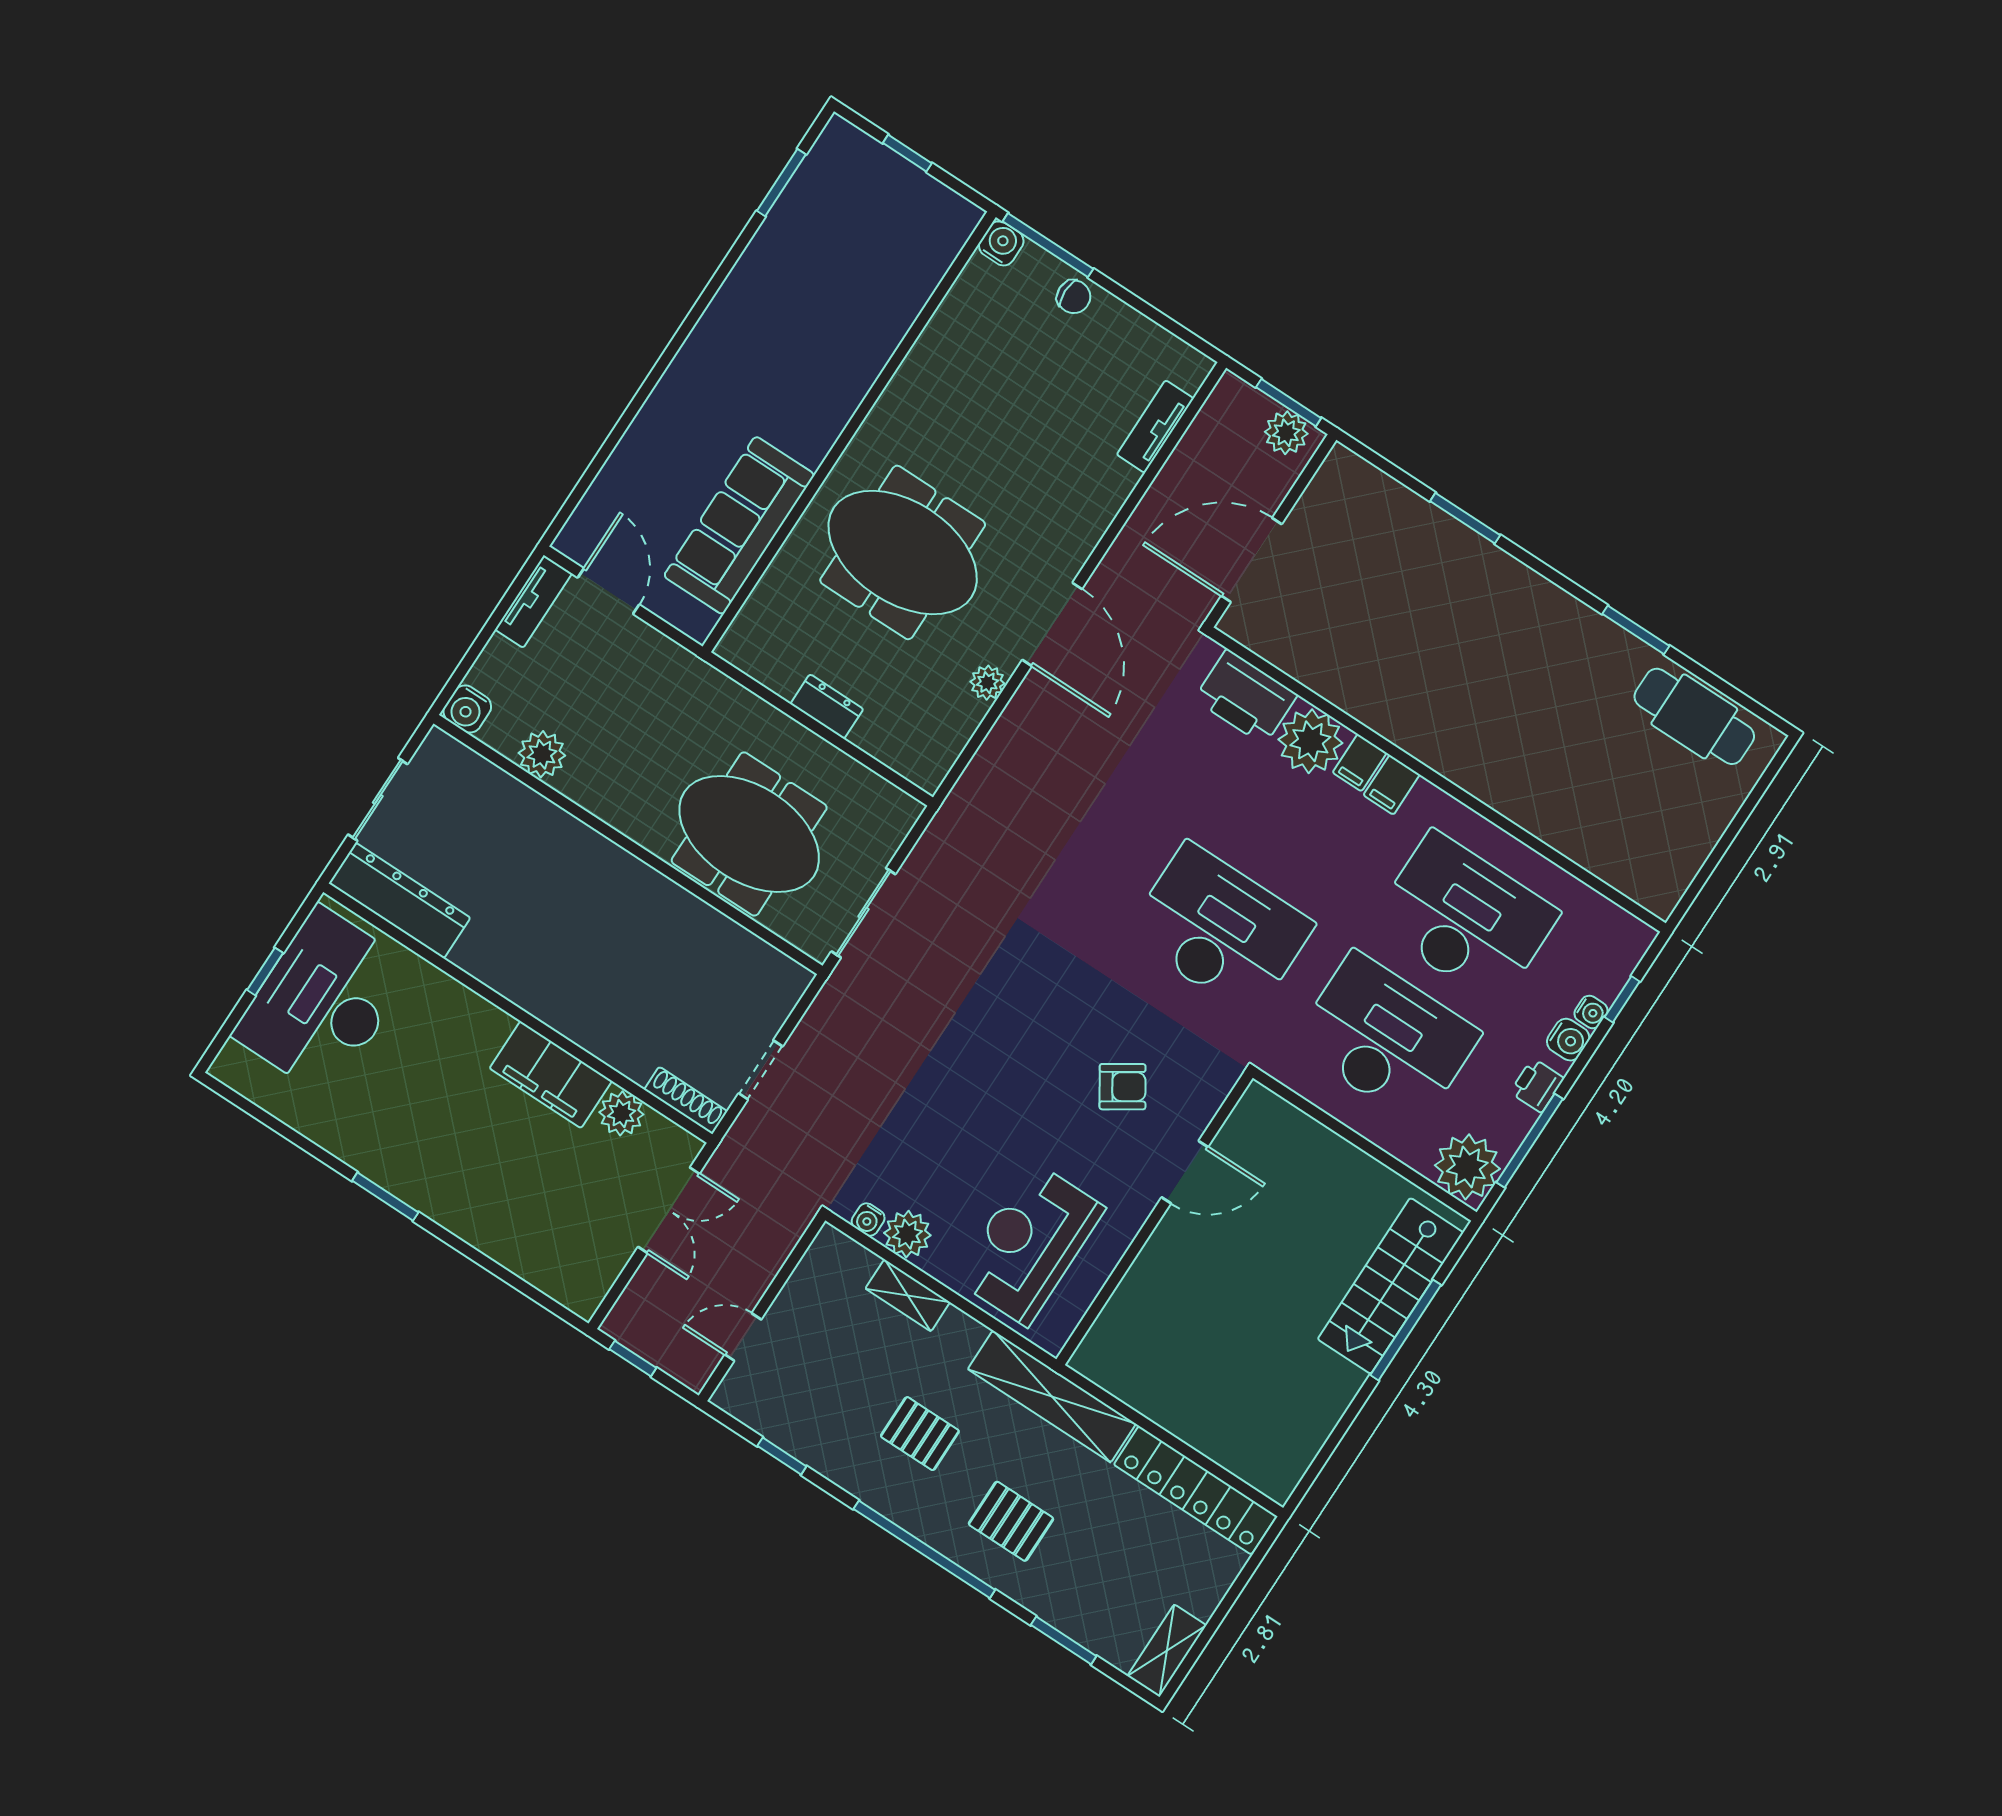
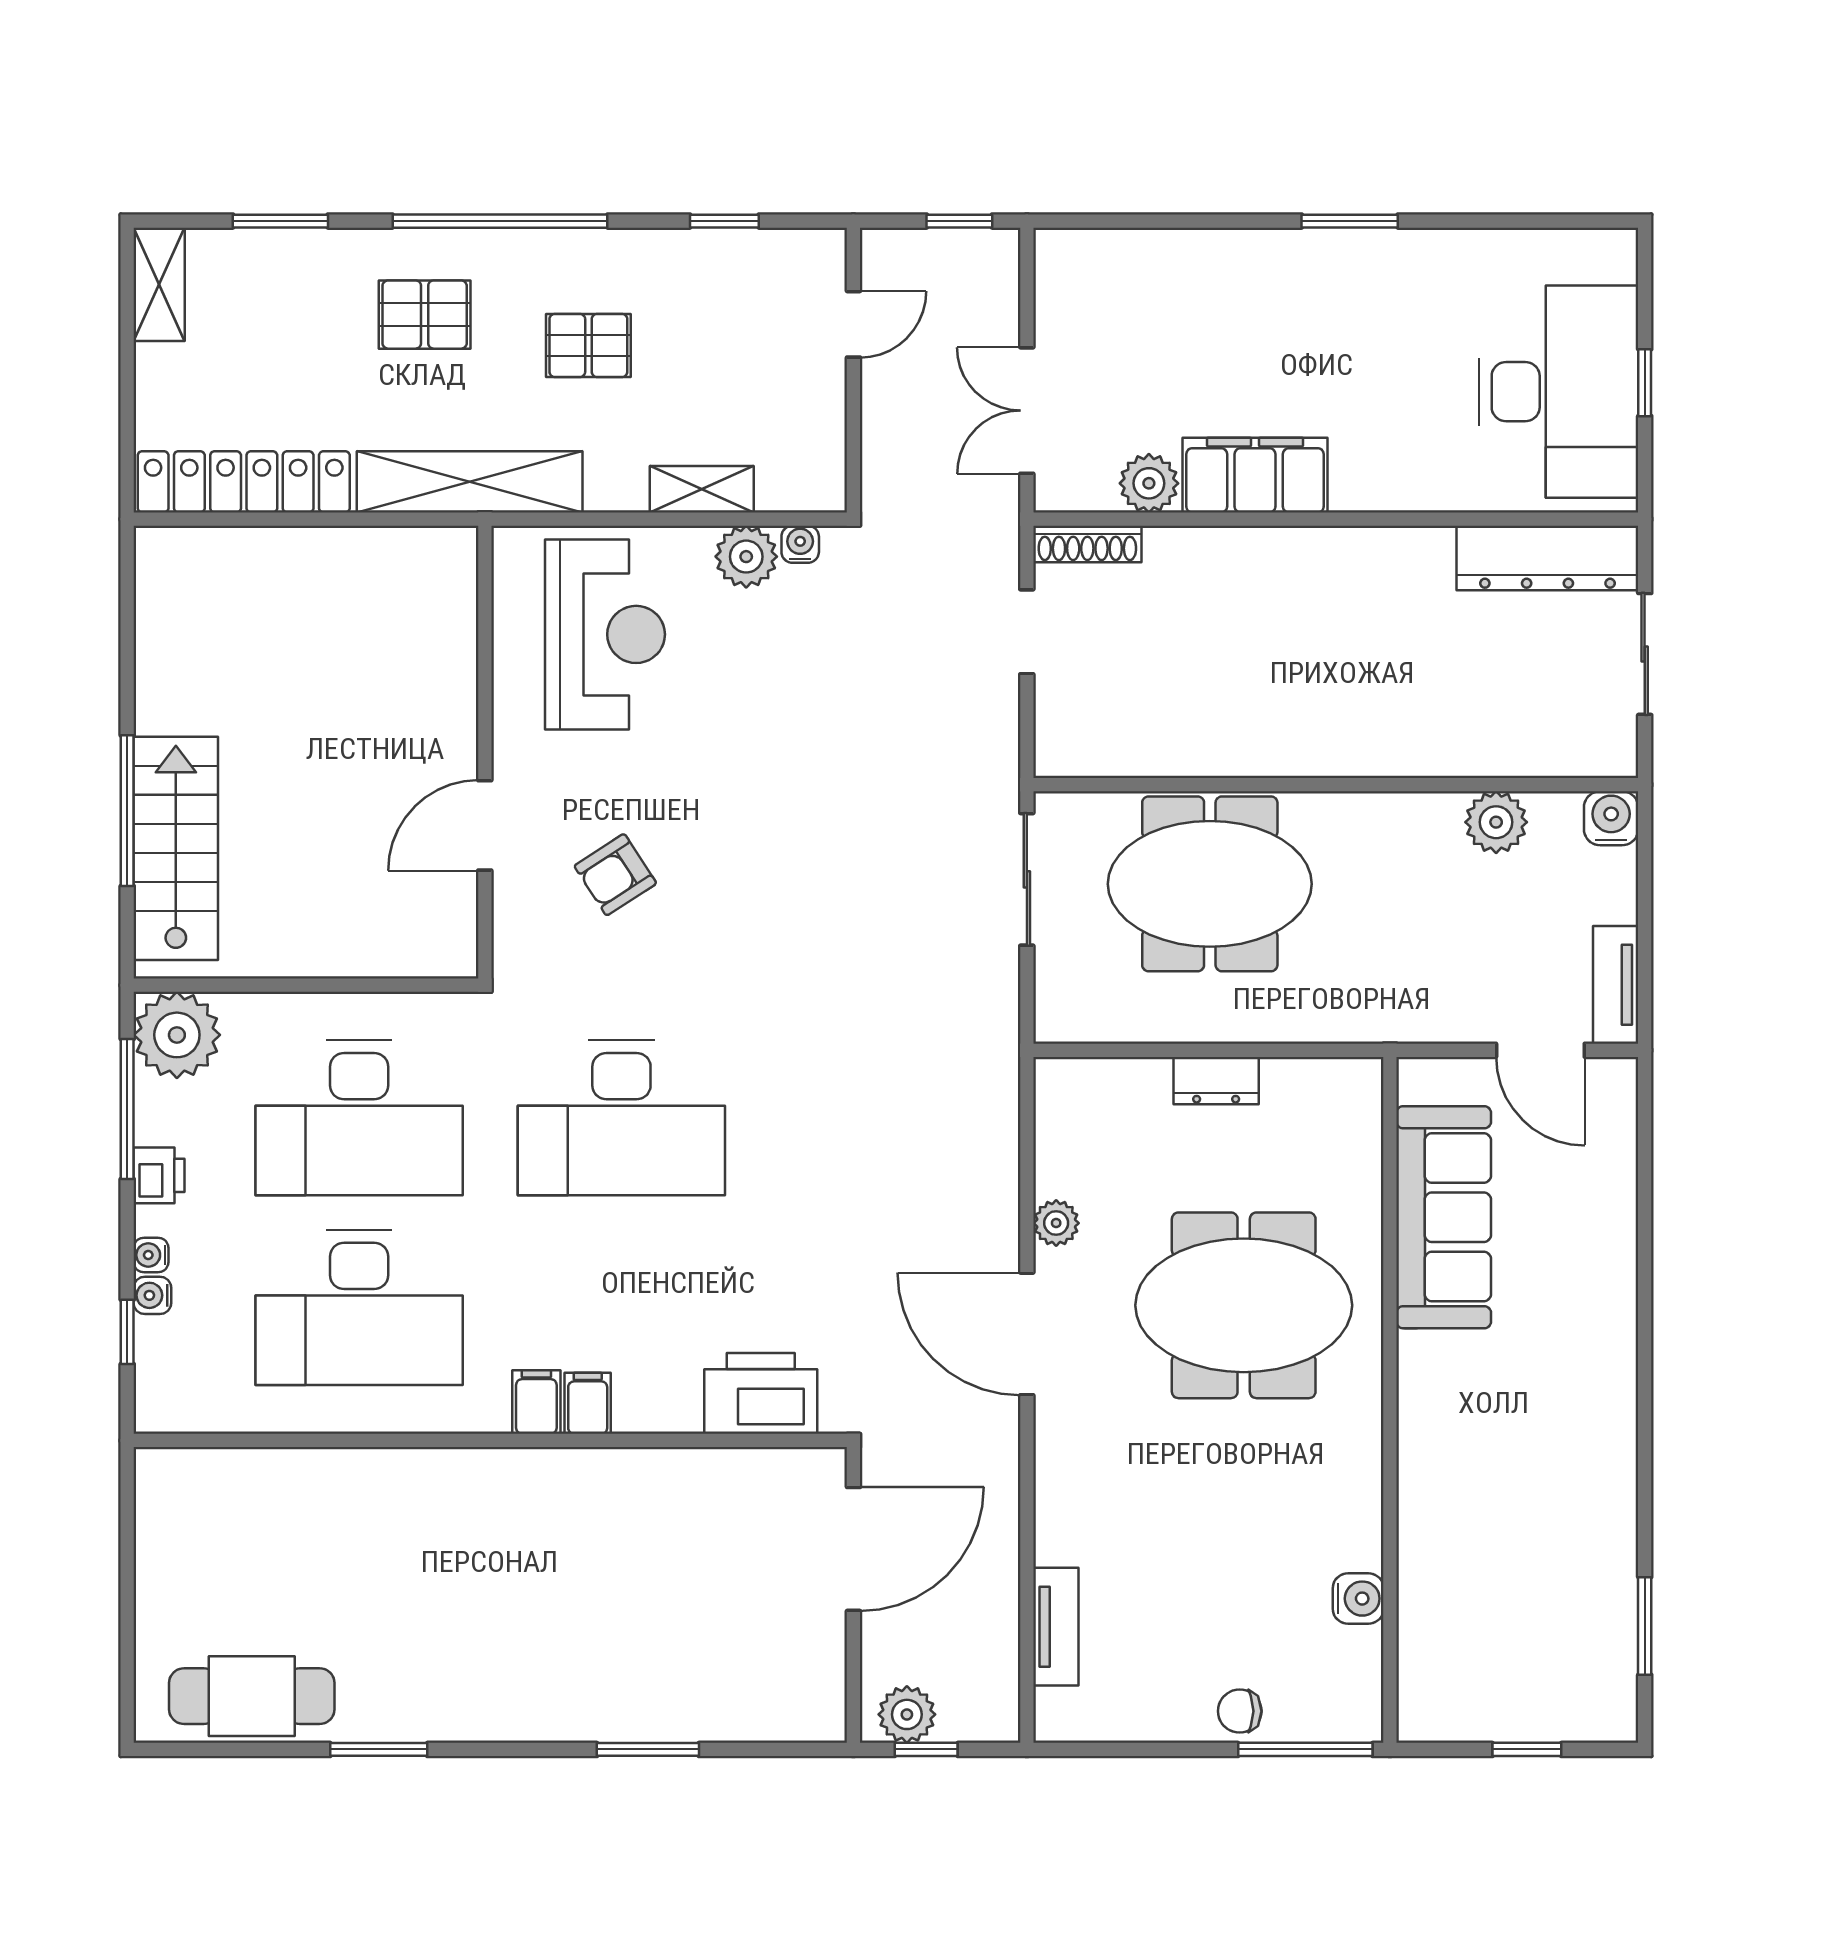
water cooler: (1001, 243) -> (1358, 1599), moved, turned -90
window: (1289, 403) -> (926, 1749), width x0.67
plant: (1310, 741) -> (658, 1391), removed
water cooler: (1568, 1040) -> (151, 1255), width x0.72, depth x0.72

